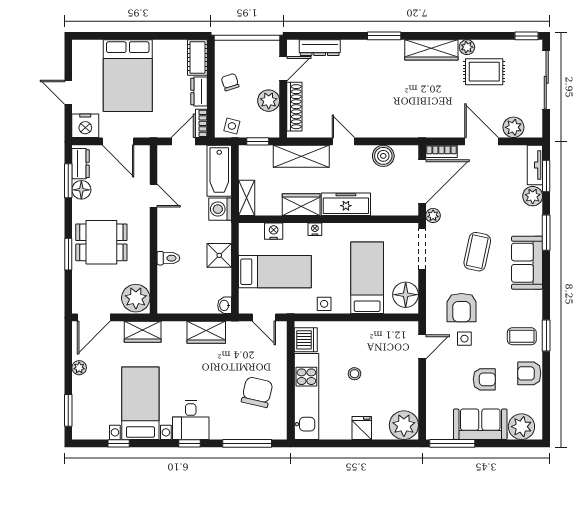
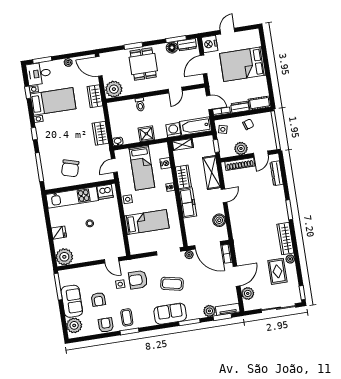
door: (283, 69) -> (261, 154), hinge flipped
floor lamp: (406, 295) -> (140, 246), removed
chair: (257, 392) -> (70, 168), turned 93
desk: (191, 420) -> (39, 74), moved

